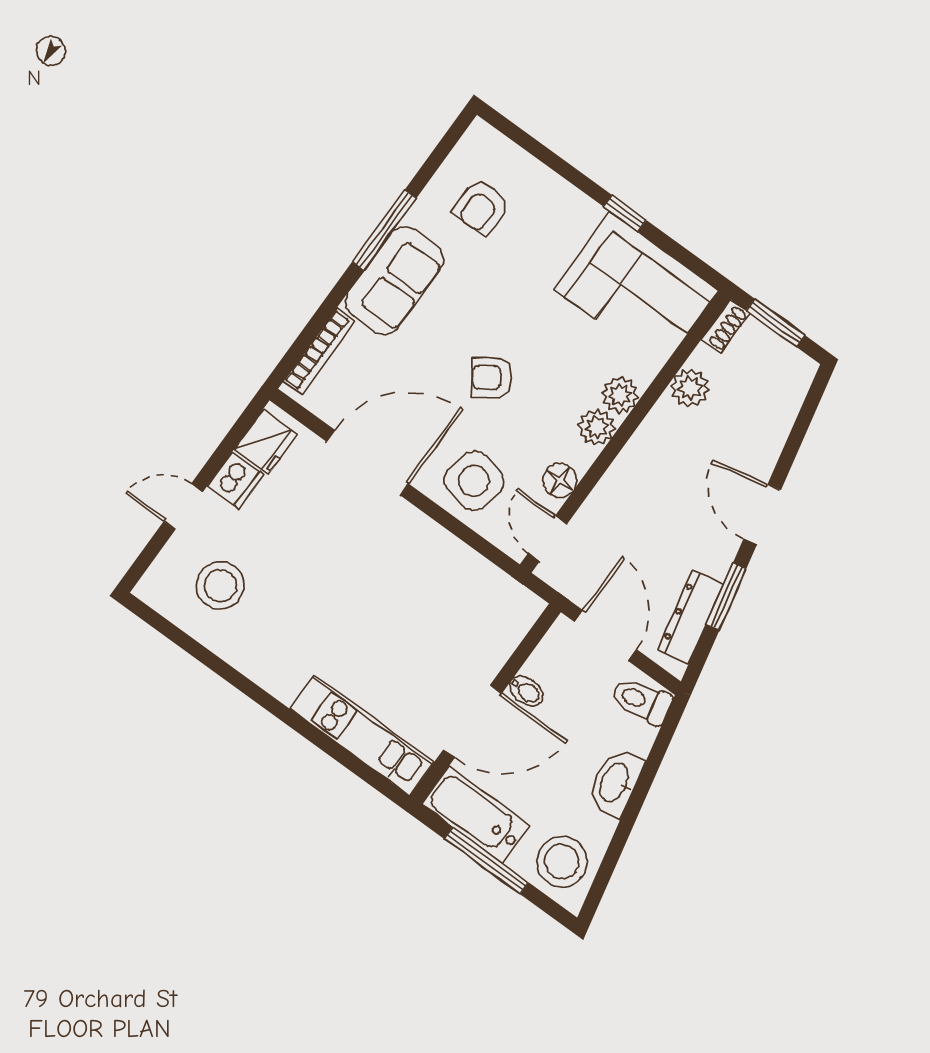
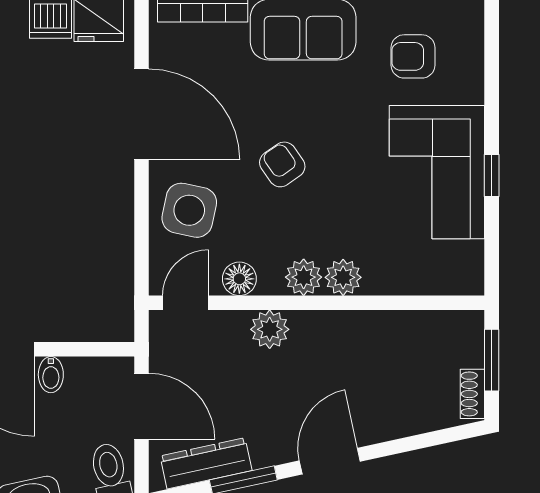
corner sofa: (636, 290) -> (437, 172), moved
shoe rack: (726, 326) -> (472, 394), moved, turned 90
plant: (690, 388) -> (270, 329), moved
door: (606, 636) -> (142, 406), hinge flipped

